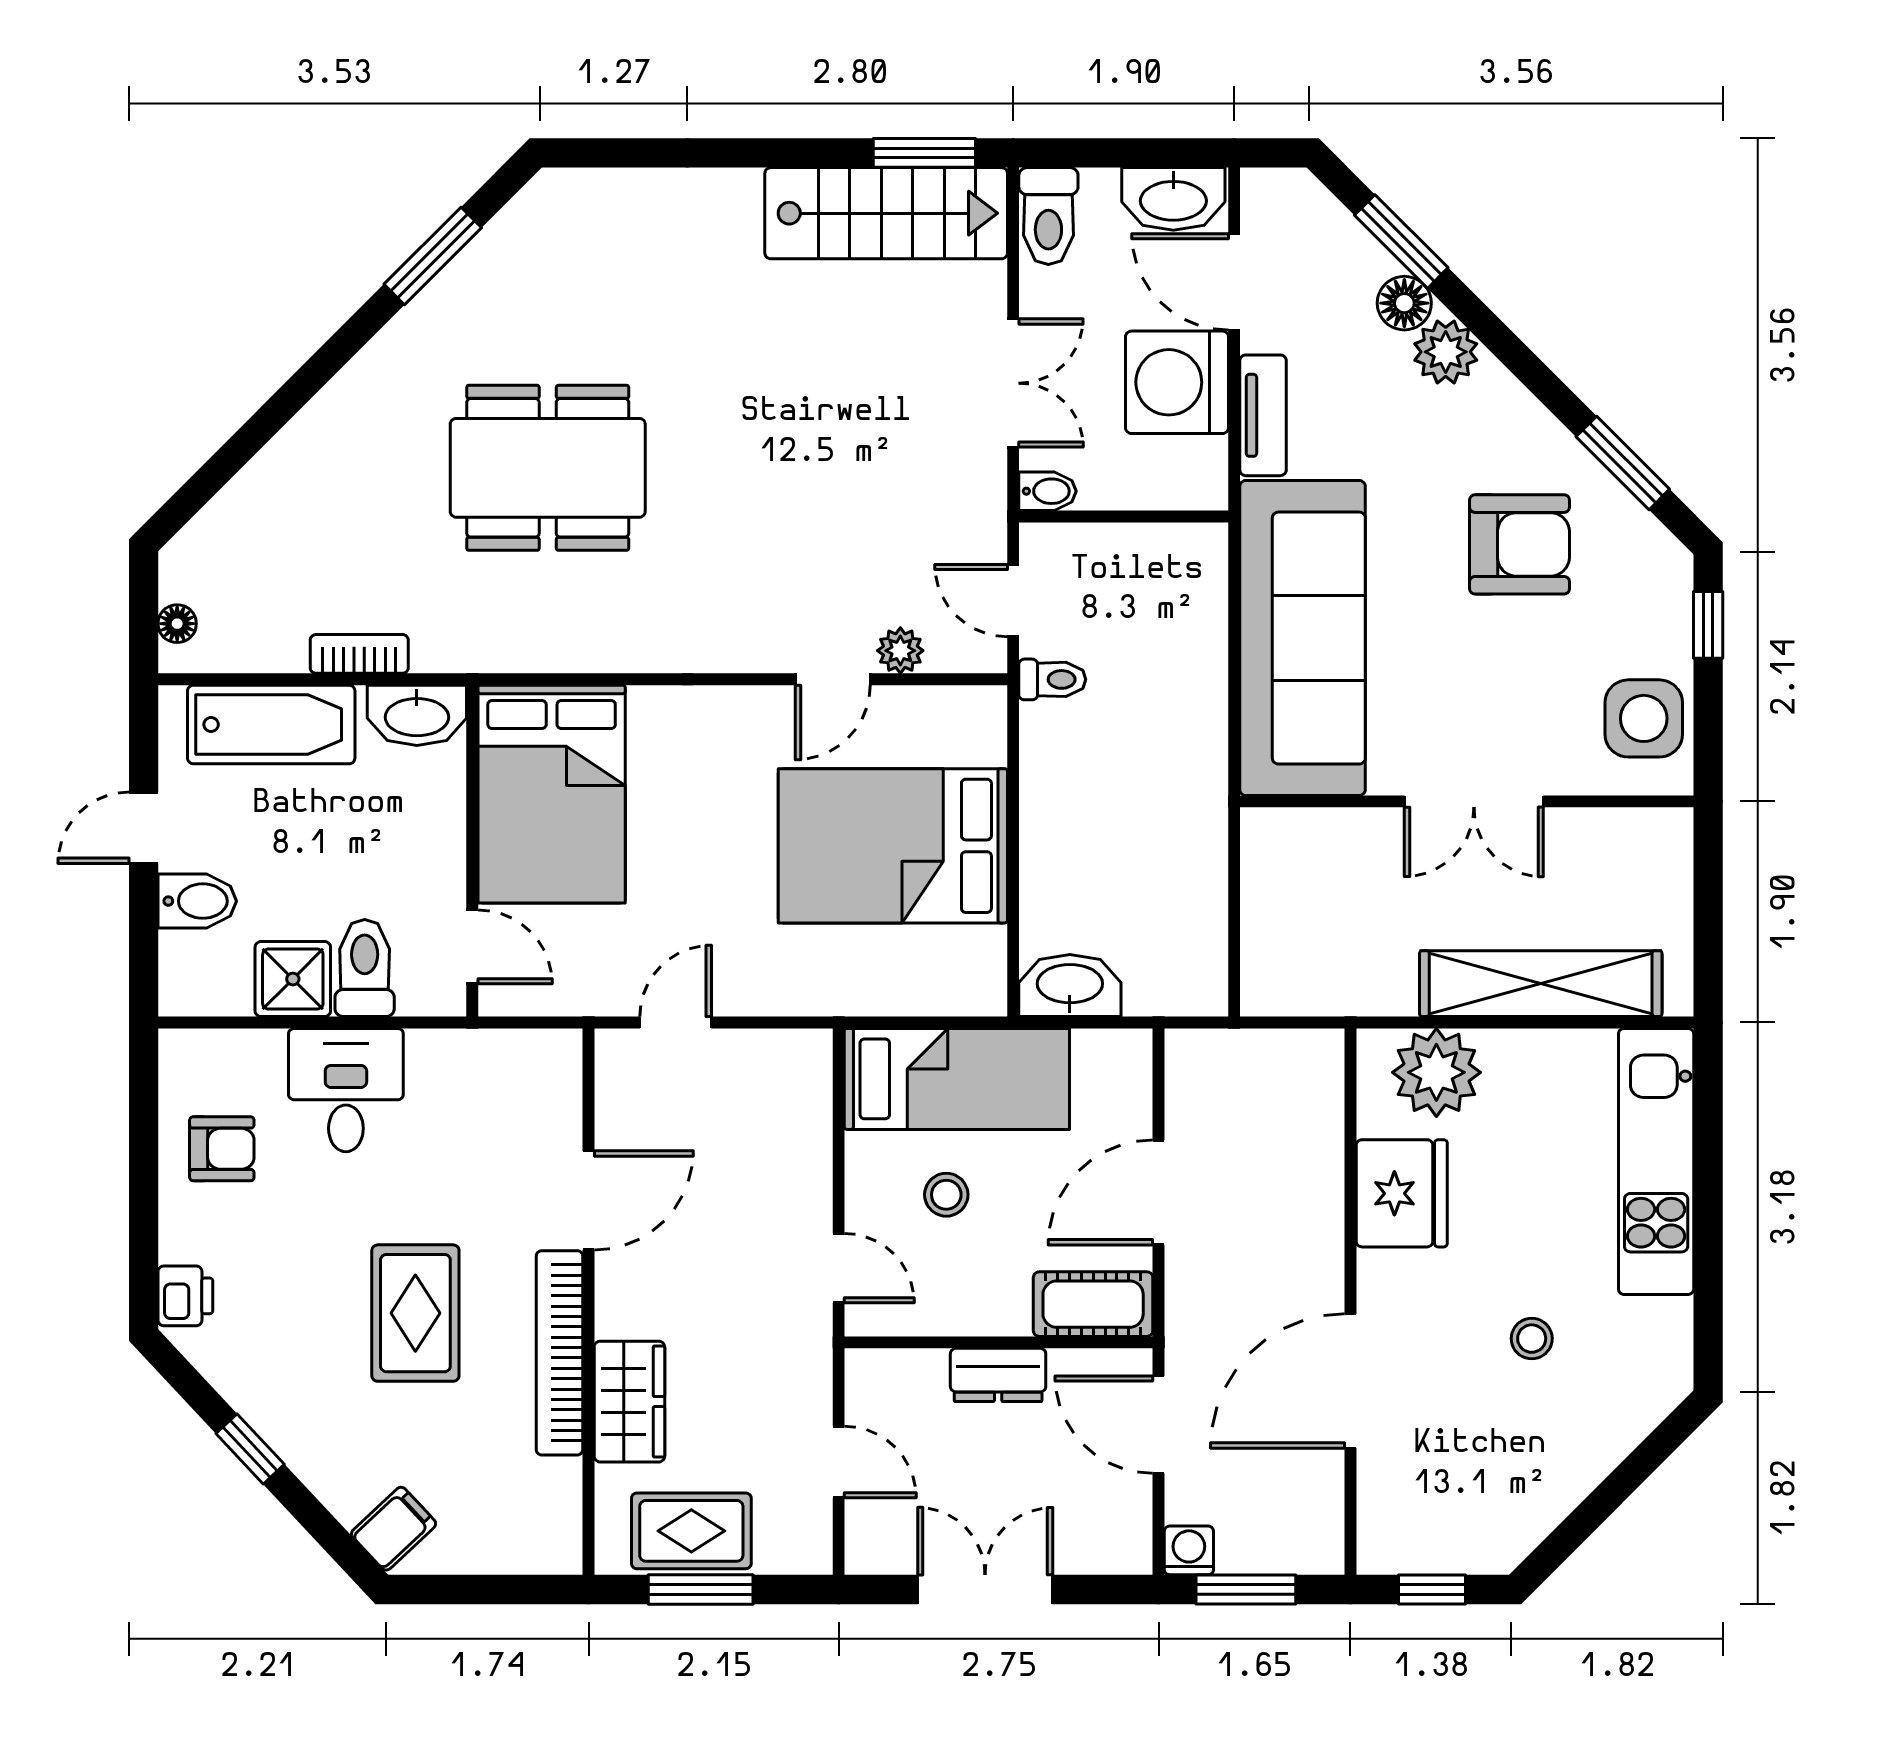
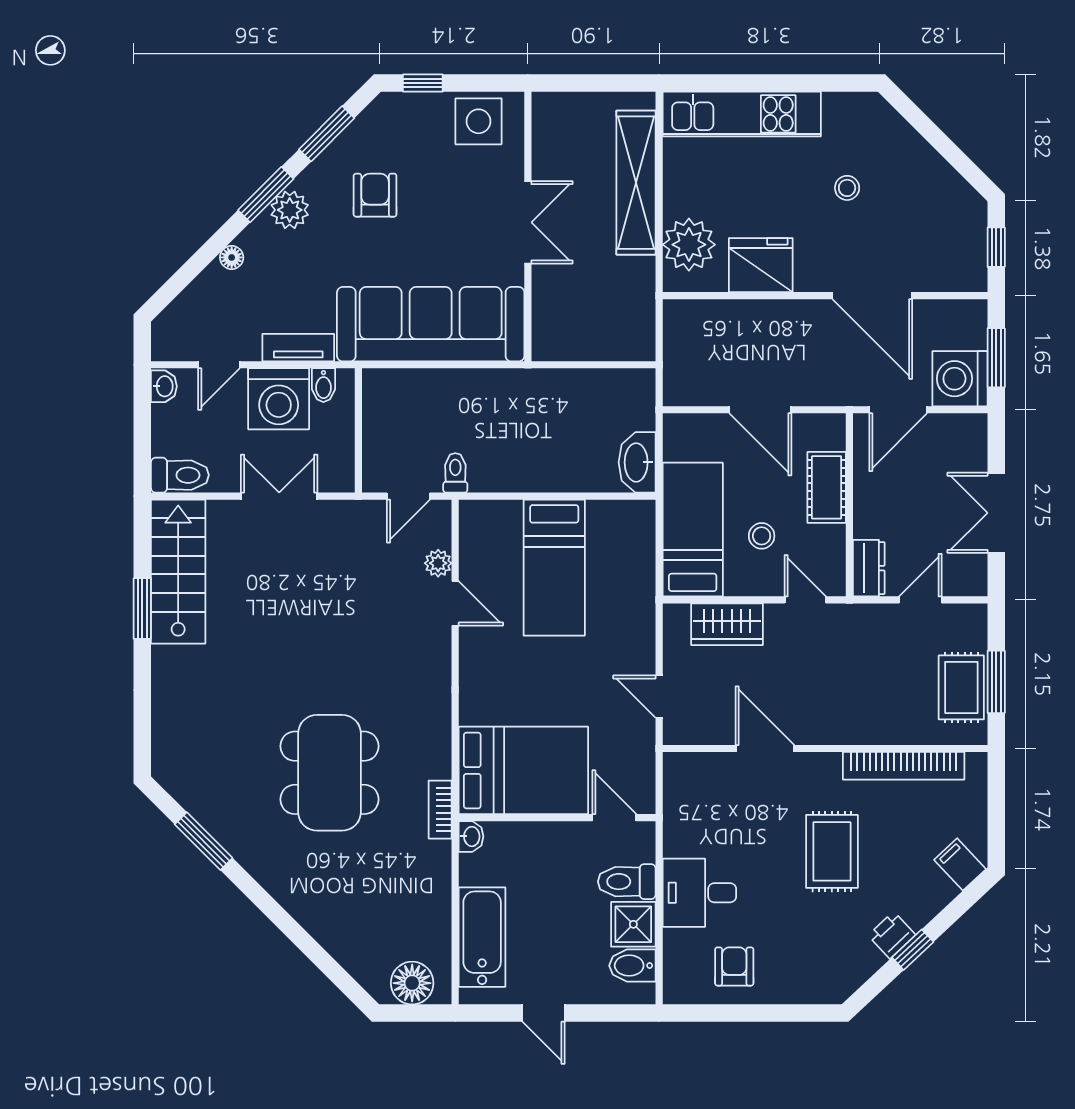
window: (924, 153) -> (142, 608), moved
washbasin: (1173, 199) -> (164, 386), width x0.52, depth x0.69
window: (1401, 241) -> (266, 195), moved
door: (1234, 282) -> (219, 365), width x0.73
floor lamp: (1404, 303) -> (232, 257), width x0.73, depth x0.73
plant: (1446, 352) -> (290, 210), moved
bidet: (1047, 491) -> (323, 385), moved, turned 180
armchair: (1520, 544) -> (375, 195), width x0.72, depth x0.72
floor lamp: (177, 624) -> (412, 983), width x1.89, depth x1.89
bookcase: (359, 654) -> (440, 810), moved
washbasin: (417, 715) -> (471, 836), width x0.52, depth x0.69
bed: (893, 846) -> (554, 568), width x0.67
bidet: (197, 901) -> (632, 966), moved, turned -90
door: (472, 947) -> (614, 818), hinge flipped
door: (839, 1268) -> (805, 600), hinge flipped
printer: (185, 1296) -> (892, 935), moved, turned -43
cot: (1093, 1304) -> (827, 487), moved
rug: (415, 1313) -> (832, 851), turned 90
bookcase: (559, 1353) -> (904, 766), moved
dresser: (998, 1375) -> (869, 568), moved
wardrobe: (629, 1402) -> (727, 624), moved, turned 180
washing machine: (1189, 1550) -> (960, 379), width x1.89, depth x1.89

